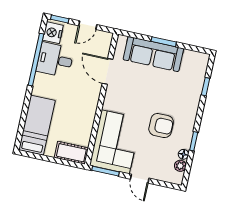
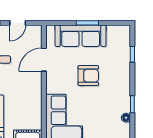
door: (108, 71) -> (44, 60), hinge flipped
armchair: (161, 126) -> (88, 76), moved
plant: (180, 166) -> (125, 128), removed

